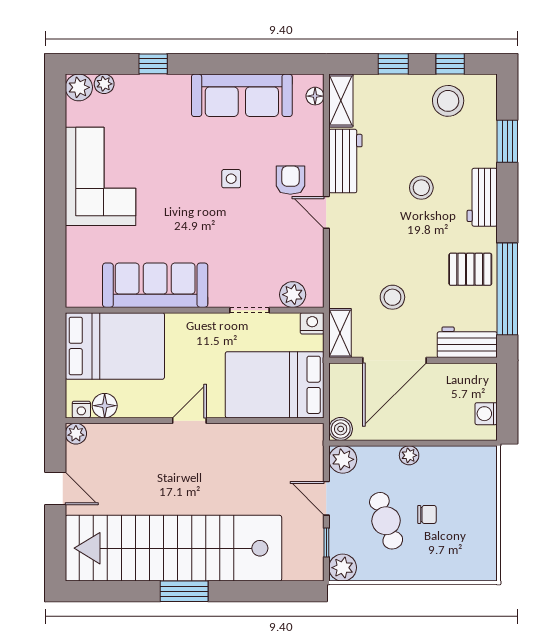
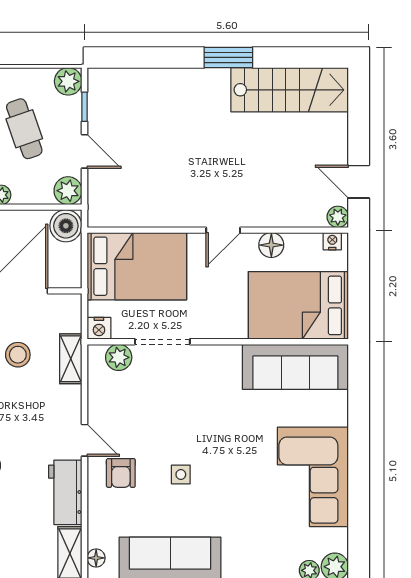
sofa: (155, 285) -> (295, 367), moved
doorway: (249, 310) -> (162, 342), width x1.38
shelving: (340, 333) -> (71, 359), moved
floor lamp: (105, 406) -> (271, 245), moved
boiler: (341, 429) -> (66, 226), width x1.36, depth x1.36
door: (55, 489) -> (359, 182), moved
stairs: (173, 548) -> (290, 90), width x0.54, depth x0.66

